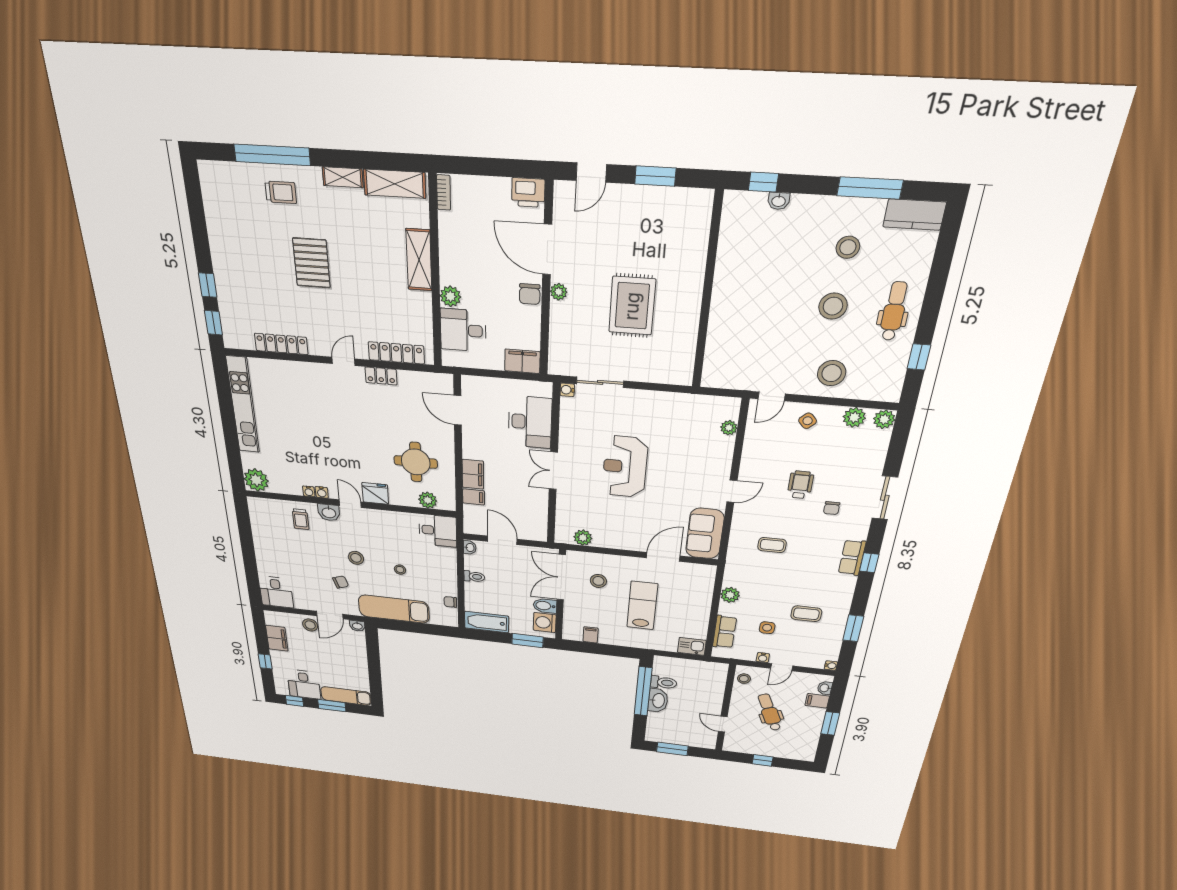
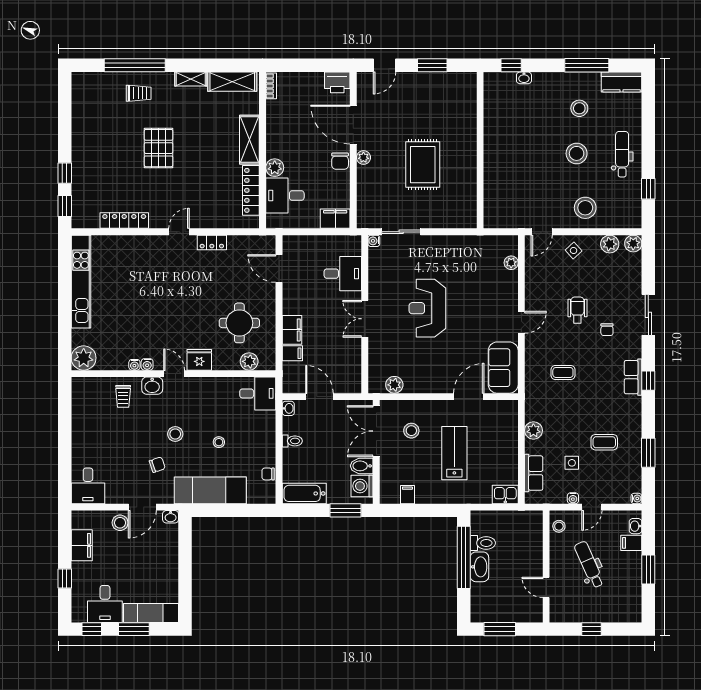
locker: (396, 353) -> (251, 190), moved, turned -90
desk: (530, 422) -> (343, 274), width x0.73

